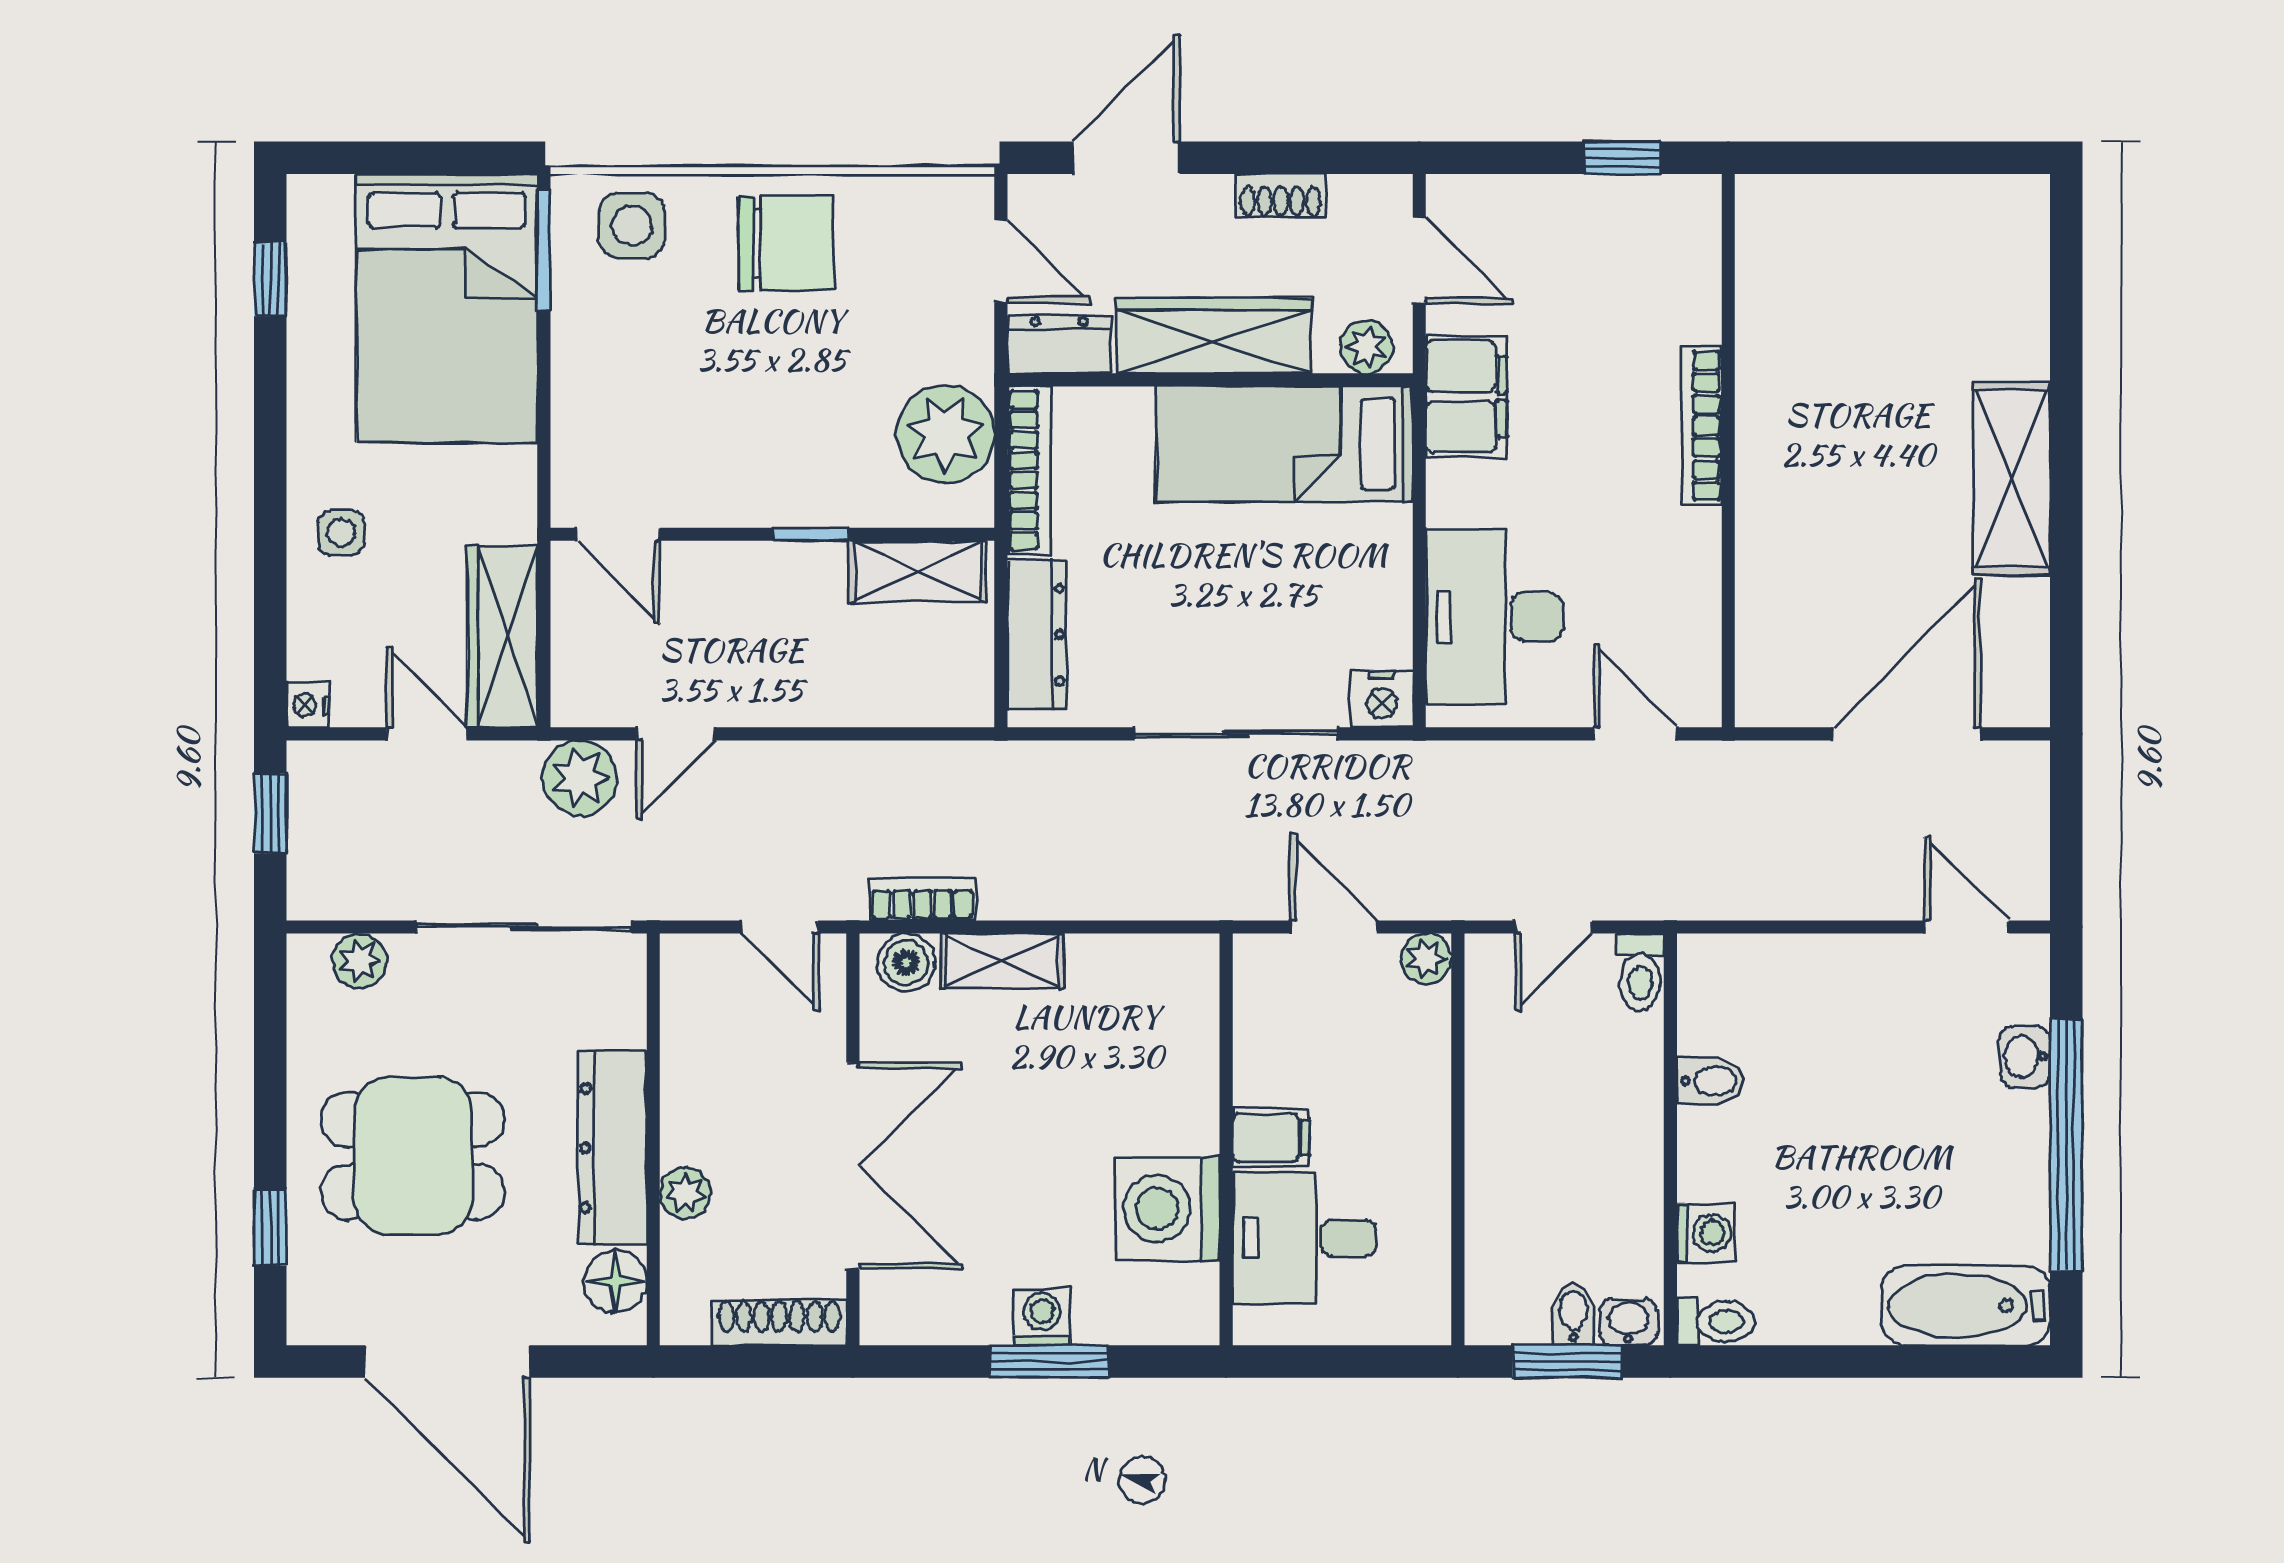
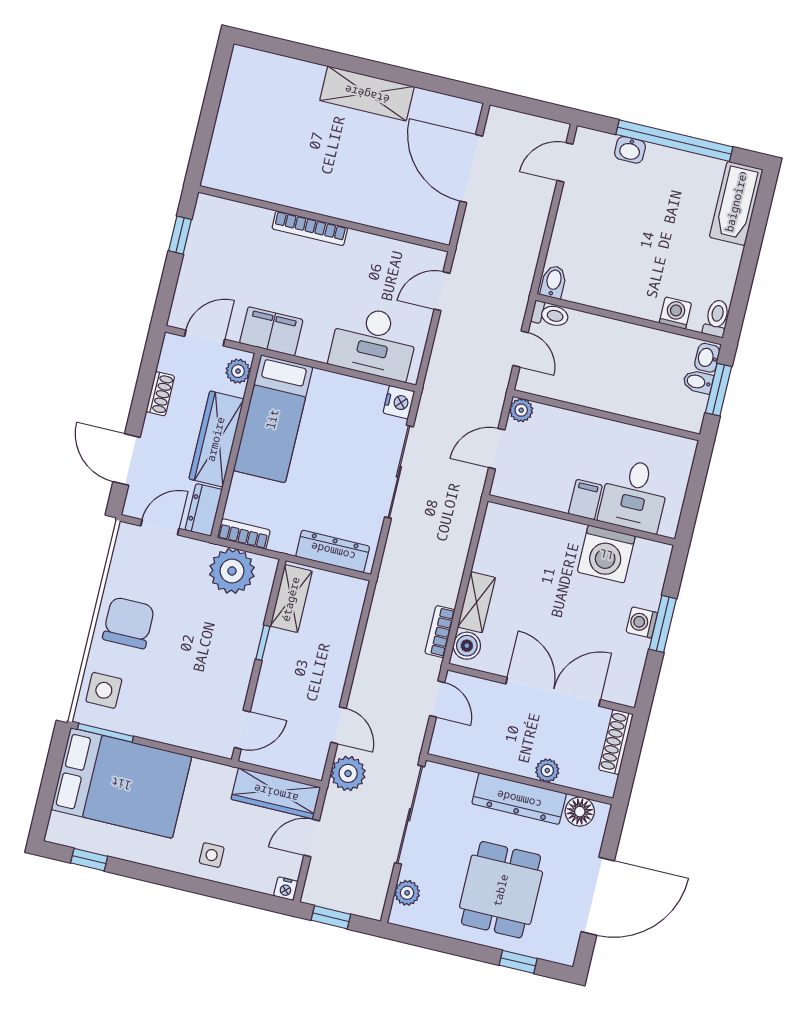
bookcase: (1029, 470) -> (244, 534), width x0.64
door: (780, 927) -> (437, 699), hinge flipped
bidet: (1711, 1081) -> (553, 282), moved

